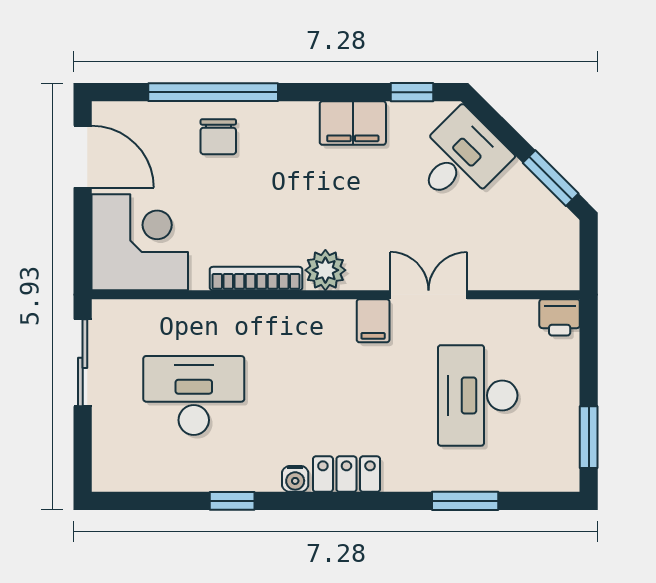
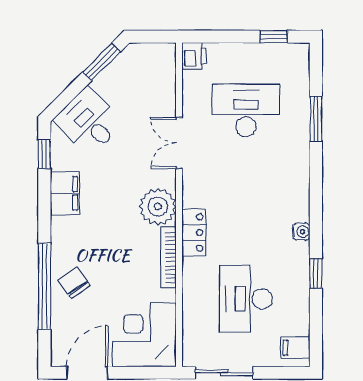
chair: (218, 137) -> (74, 283), turned -125
plant: (325, 270) -> (158, 207), width x1.36, depth x1.36
filing cabinet: (373, 321) -> (296, 348), moved, turned 180
desk: (478, 395) -> (246, 110), turned 180
window: (589, 437) -> (274, 37), width x0.67
locker: (346, 474) -> (194, 233), moved, turned 180

